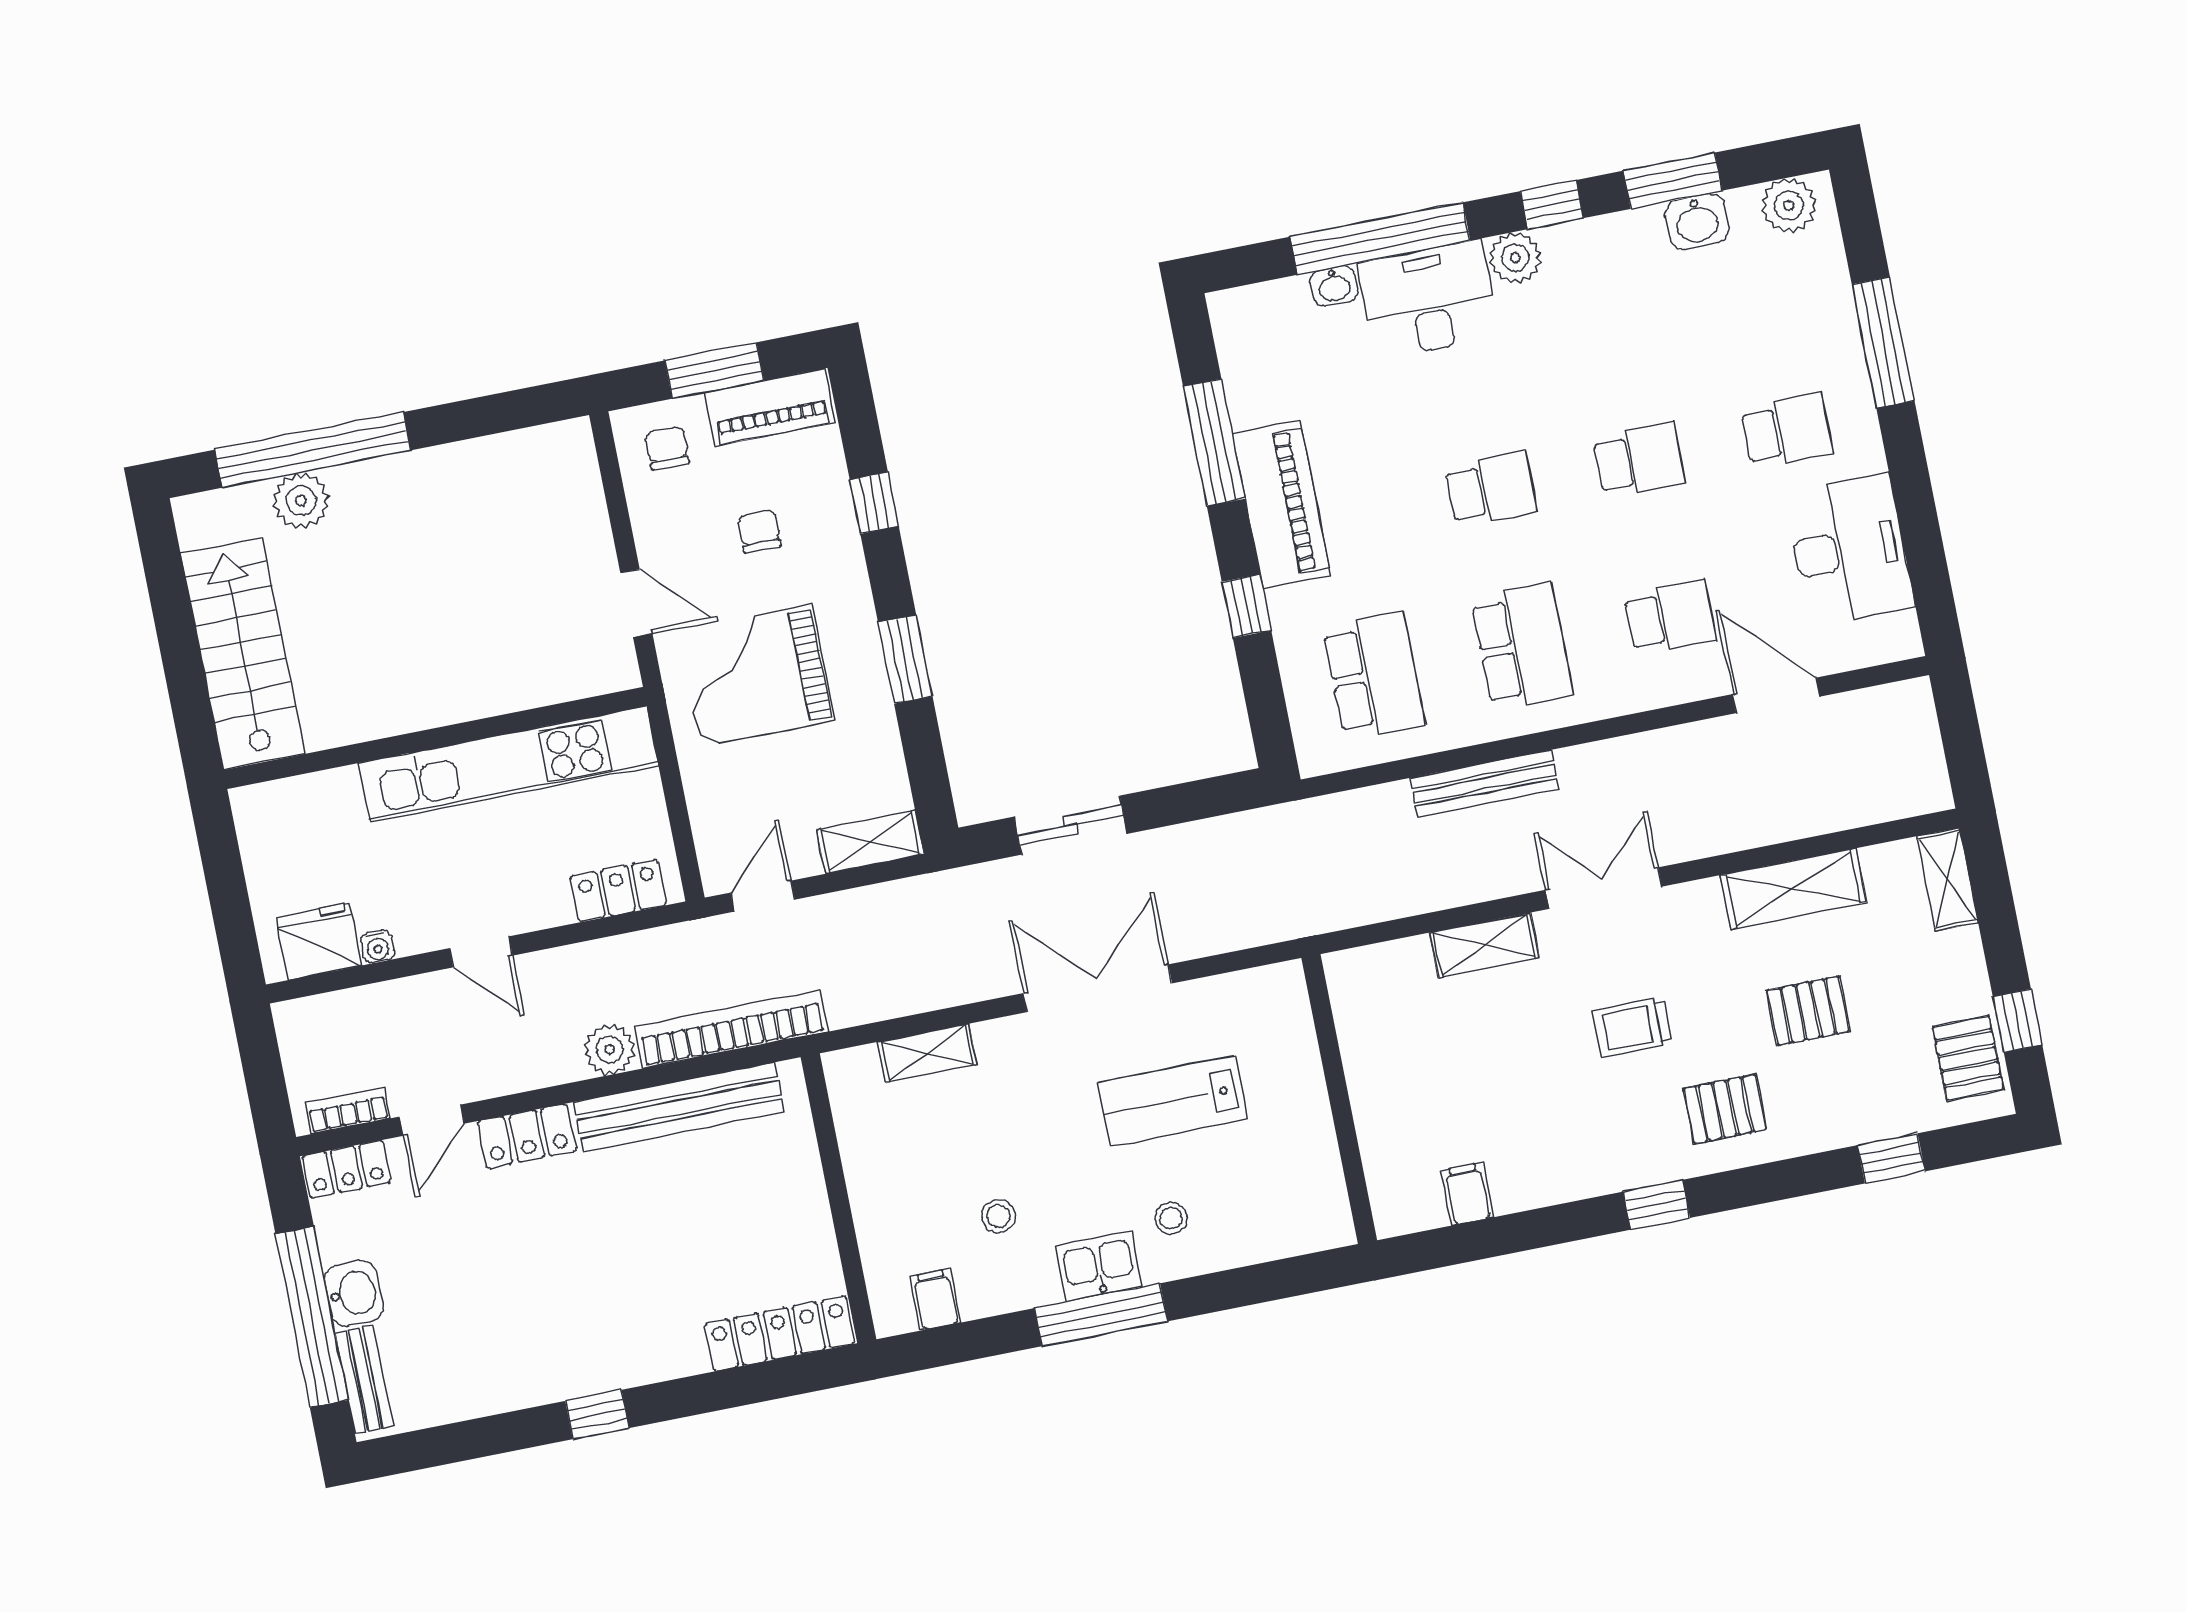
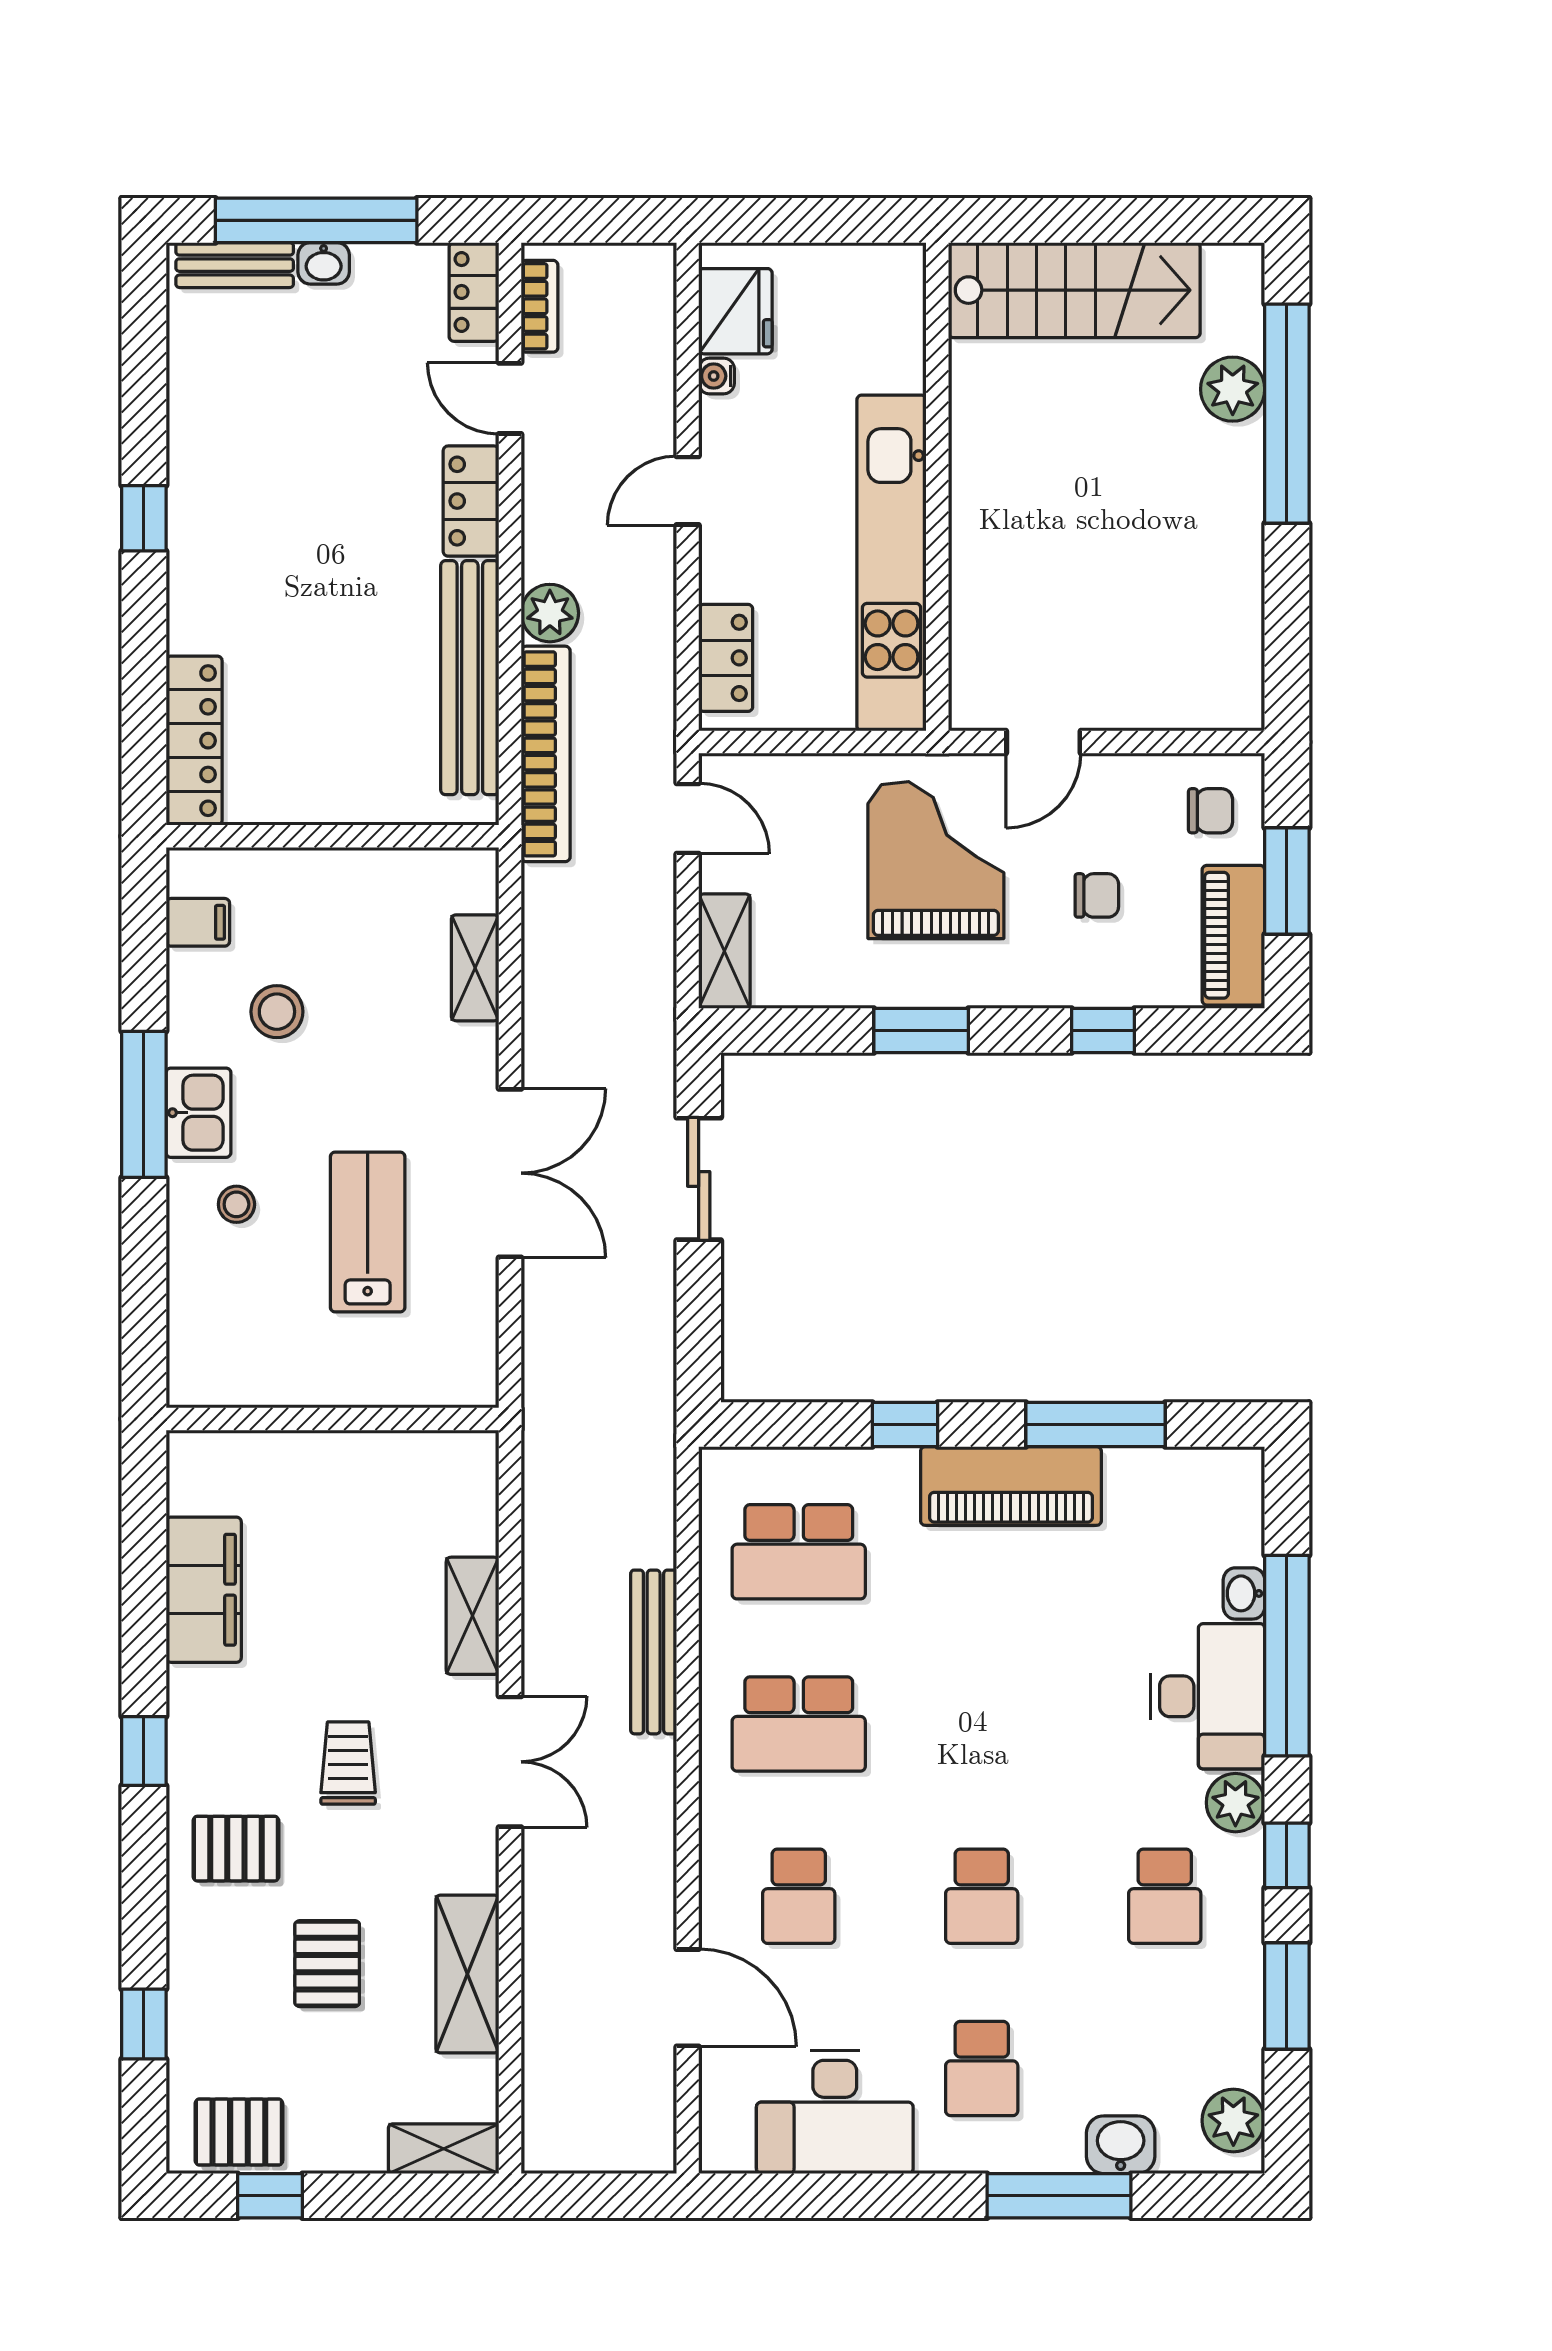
washbasin: (1697, 221) -> (1121, 2145), moved, turned 90
school desk: (1491, 489) -> (1165, 1896), moved
door: (1776, 695) -> (688, 1998), hinge flipped
pallet: (1725, 1109) -> (236, 1849), turned 90
filing cabinet: (1467, 1194) -> (204, 1590), width x3.00, depth x1.17
stool: (999, 1216) -> (277, 1012), width x1.37, depth x1.37
washbasin: (354, 1293) -> (324, 263), width x0.72, depth x0.69

